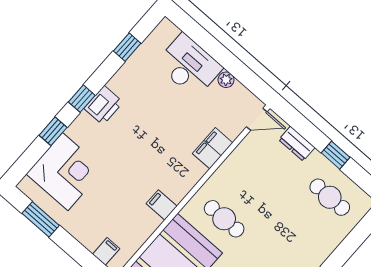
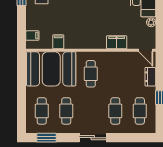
filing cabinet: (162, 205) -> (58, 42), moved
cafe table: (301, 229) -> (115, 111), added

